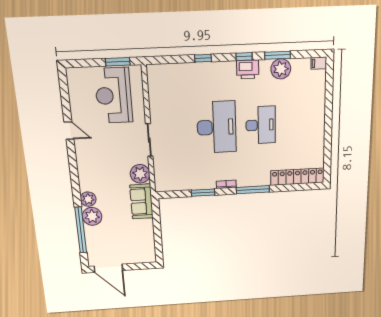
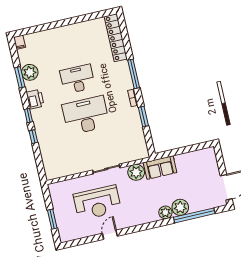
window: (244, 57) -> (28, 116), moved
window: (118, 62) -> (52, 219), moved
reception desk: (114, 96) -> (97, 203), moved

